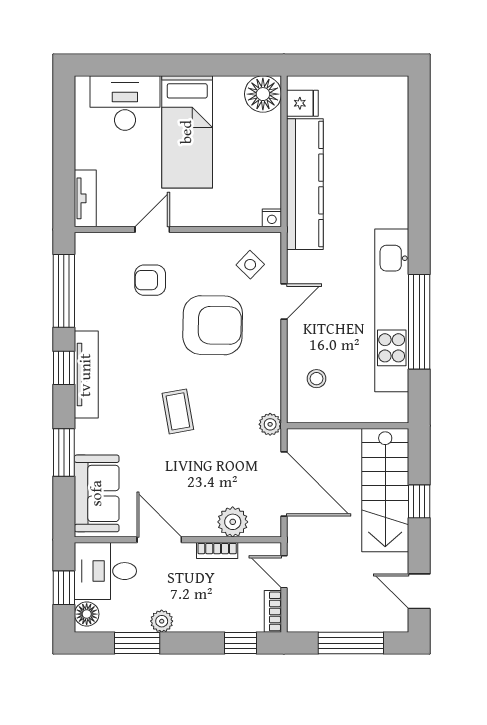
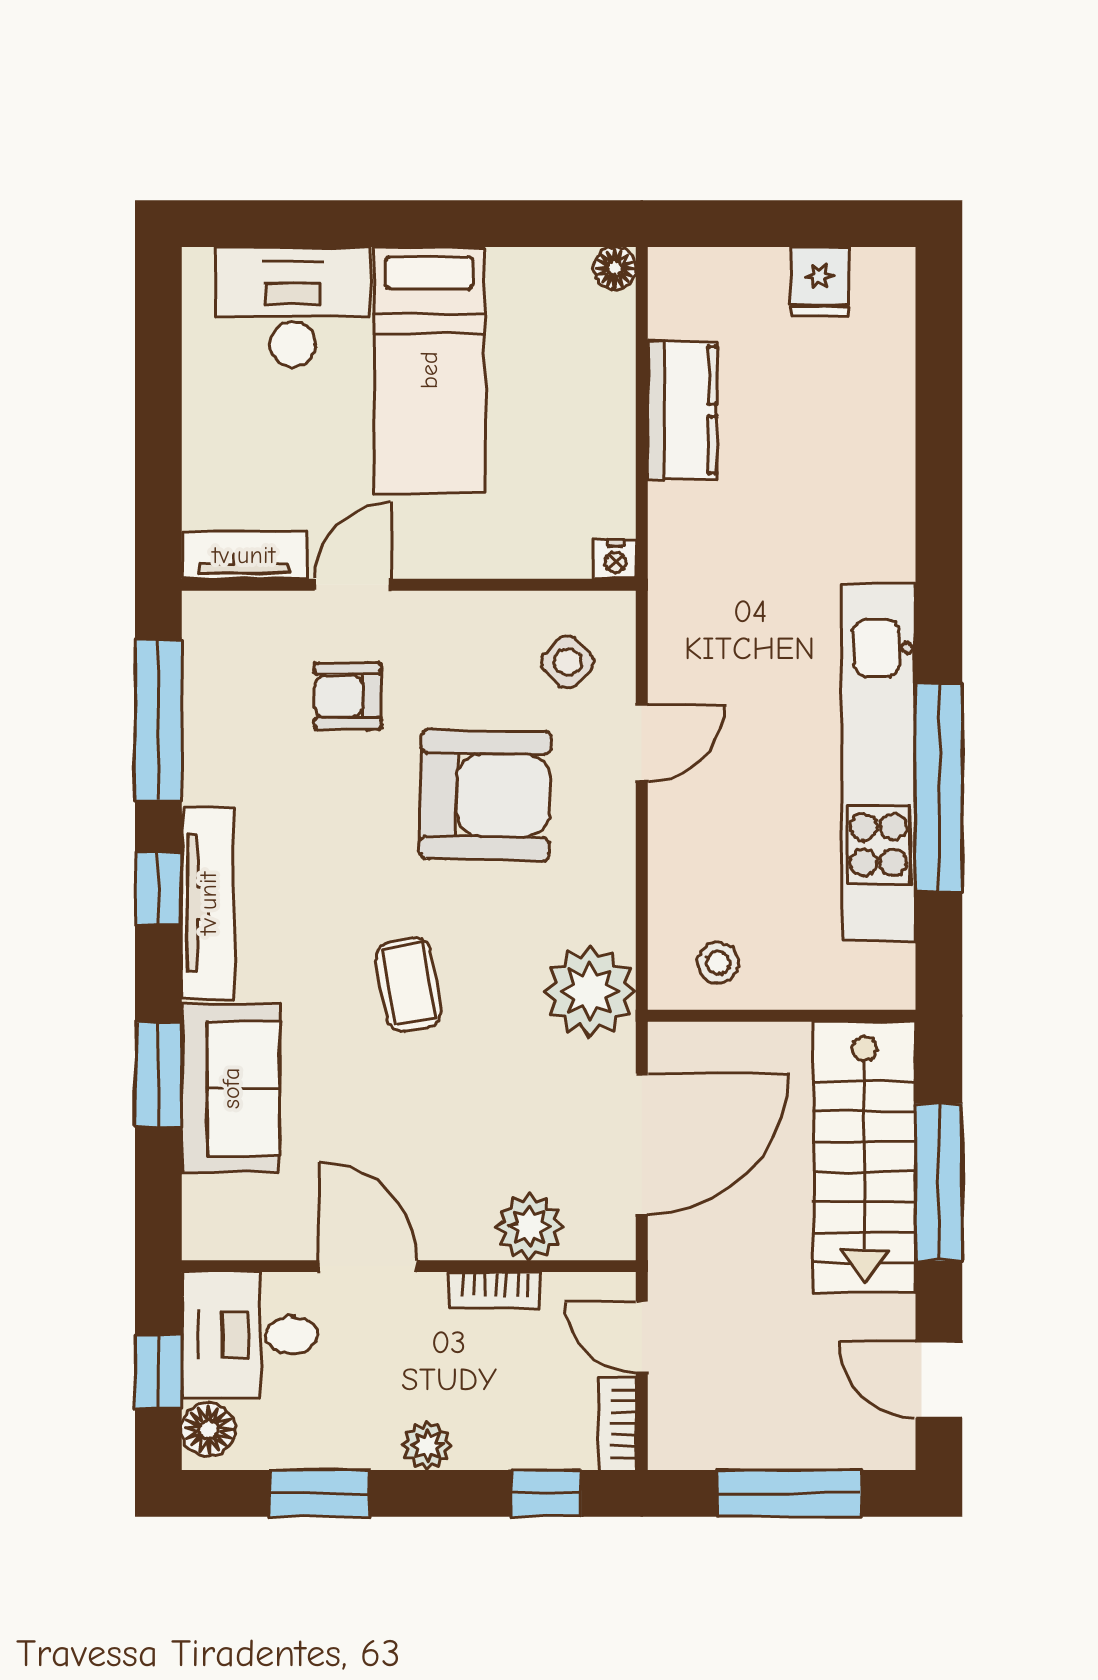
floor lamp: (263, 94) -> (615, 268), width x0.53, depth x0.53
fridge: (302, 103) -> (820, 281), moved, turned 90
kitchen counter: (305, 184) -> (682, 410), width x0.48, depth x0.86
tv unit: (85, 198) -> (244, 555), moved, turned -90
stool: (316, 379) -> (718, 963), moved
plant: (270, 424) -> (590, 991), width x1.88, depth x1.88
door: (284, 484) -> (642, 1144), hinge flipped
sofa: (97, 493) -> (231, 1088), moved
window: (419, 501) -> (939, 1182), width x2.17
plant: (162, 621) -> (427, 1445), moved

